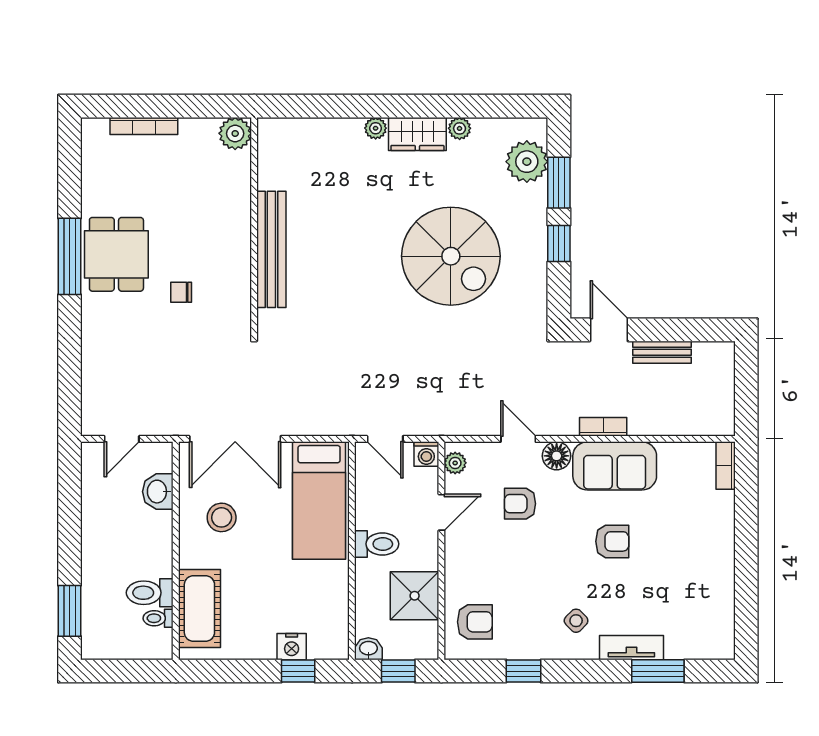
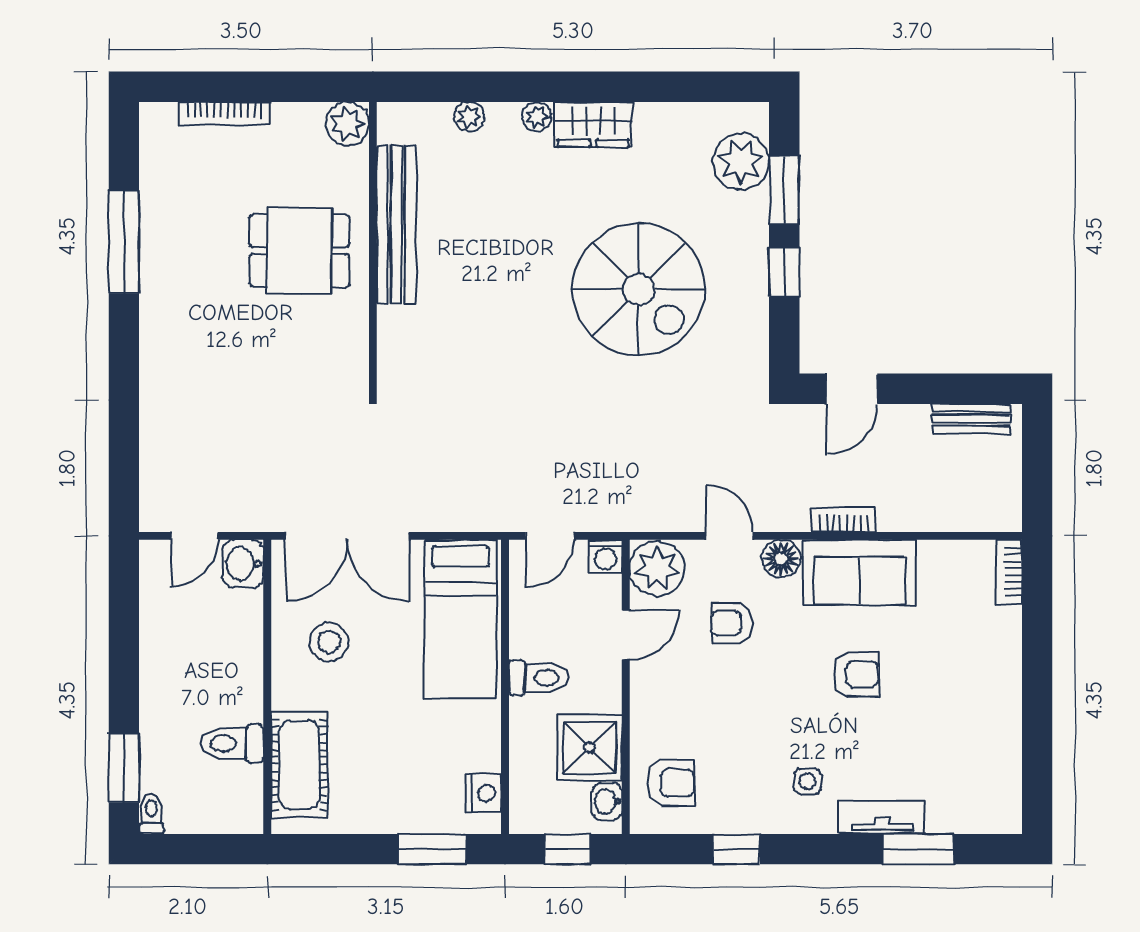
plant: (460, 128) -> (469, 117), moved
bench: (271, 249) -> (396, 225), moved
dining table: (116, 254) -> (300, 251), moved, turned 90
window: (70, 256) -> (124, 242), moved
chair: (181, 292) -> (274, 338), removed
door: (609, 330) -> (852, 389), swing flipped
bench: (662, 352) -> (972, 419), moved
door: (385, 439) -> (550, 536), hinge flipped
plant: (455, 463) -> (657, 568), width x1.88, depth x1.88
washbasin: (158, 492) -> (243, 564), moved
toilet: (158, 618) -> (151, 814), moved, turned 90
side table: (576, 621) -> (807, 781), turned 45
nightstand: (292, 647) -> (483, 793), moved, turned -90
washbasin: (368, 649) -> (607, 801), moved, turned -90
window: (298, 671) -> (432, 849), width x1.50

